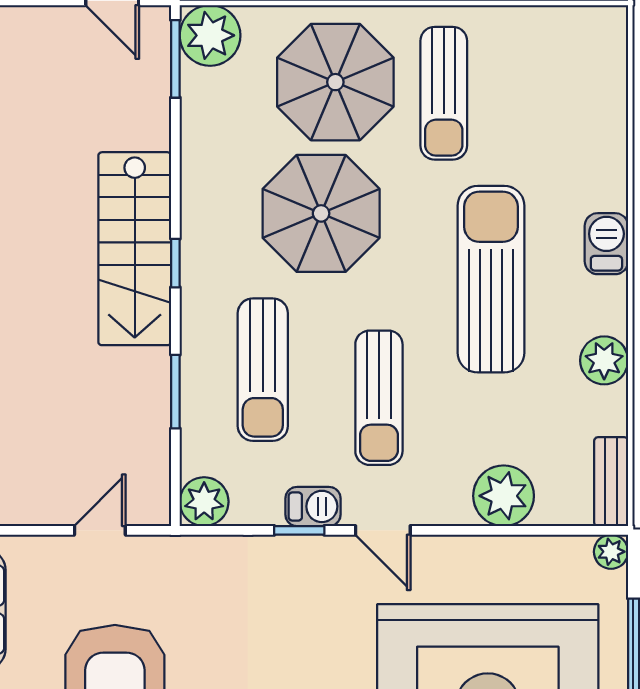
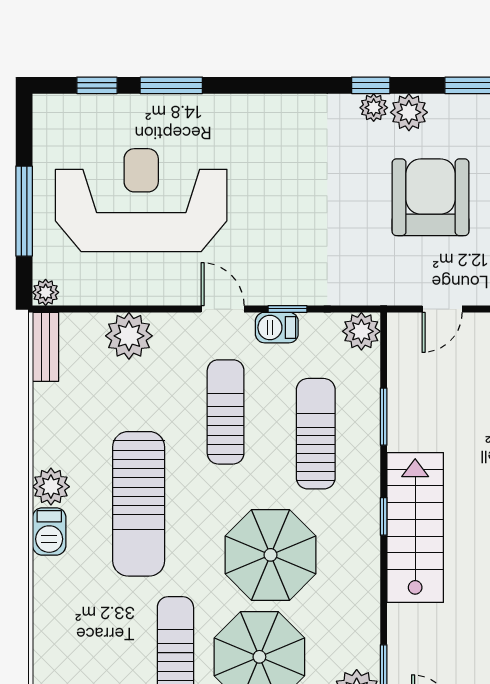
plant: (604, 360) -> (51, 487), moved

